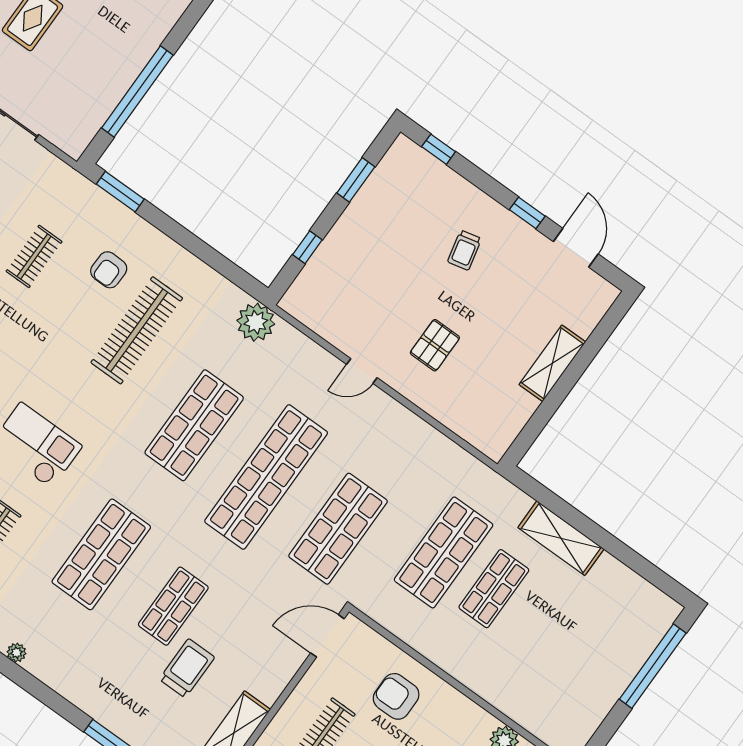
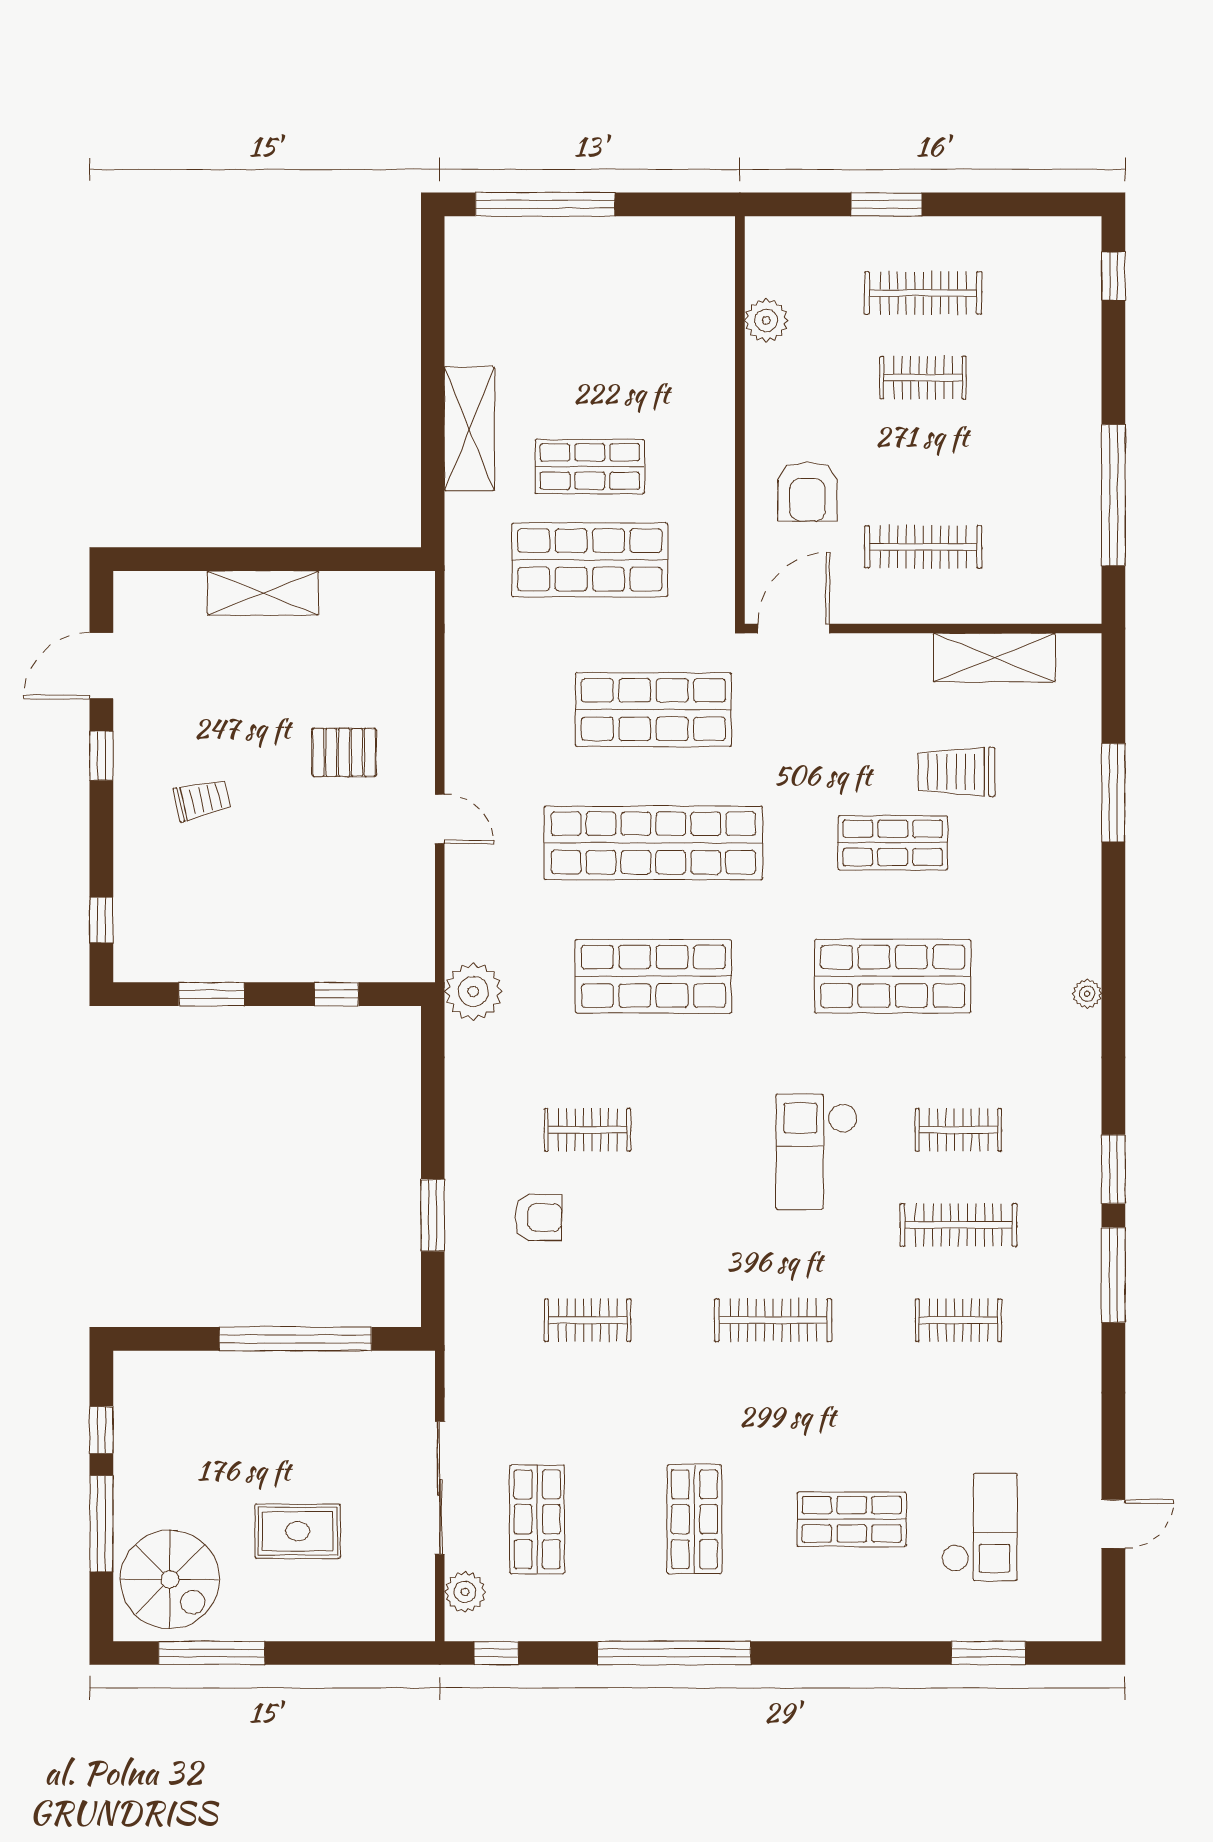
window: (120, 192) -> (433, 1215), moved
clothes rail: (137, 330) -> (588, 1130), width x0.54, depth x0.76
door: (327, 636) -> (794, 629), swing flipped

